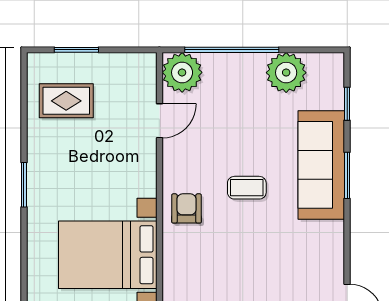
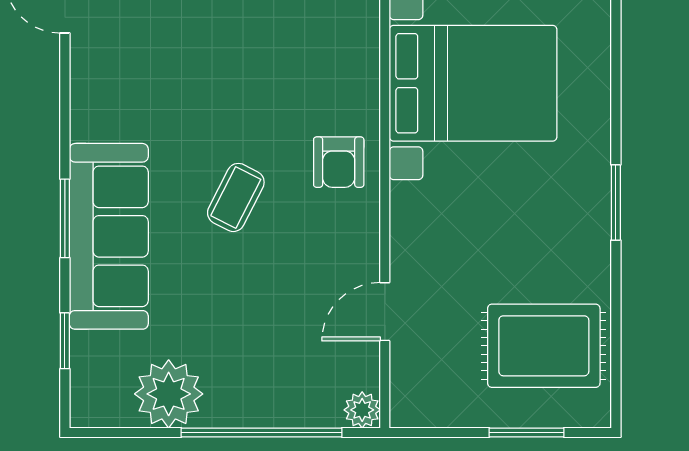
plant: (182, 72) -> (362, 410), width x0.53, depth x0.53
rug: (66, 101) -> (544, 346), width x1.36, depth x1.43
coffee table: (247, 188) -> (236, 197), turned -63

